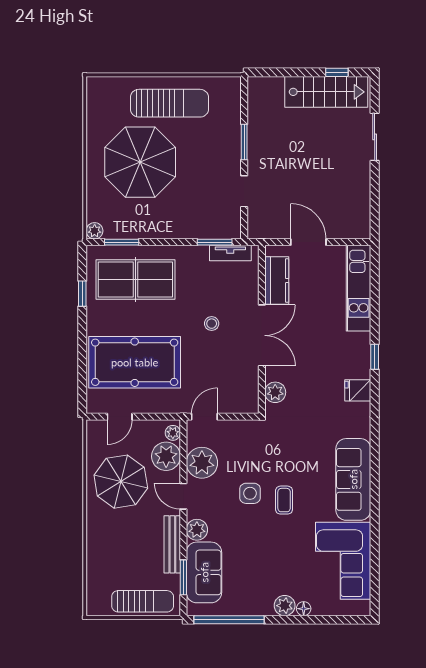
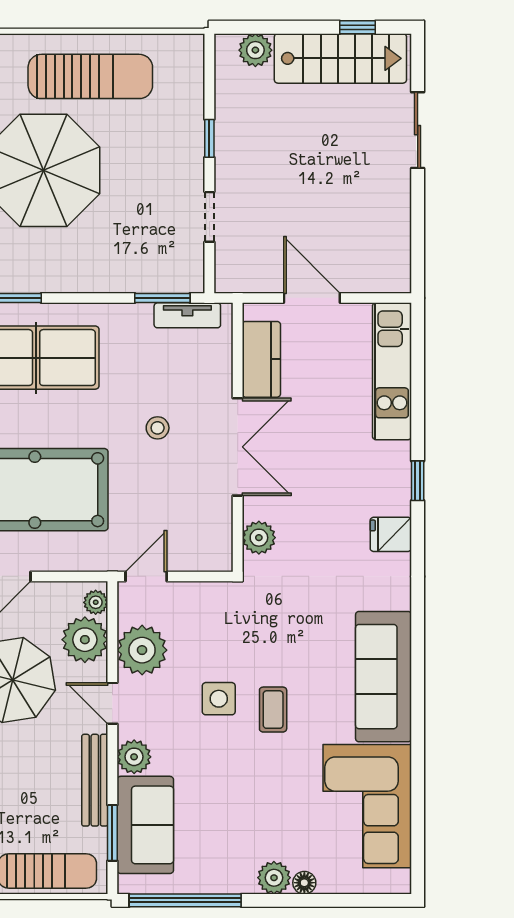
plant: (273, 87) -> (255, 50), added
window: (244, 142) -> (209, 138), width x0.67

